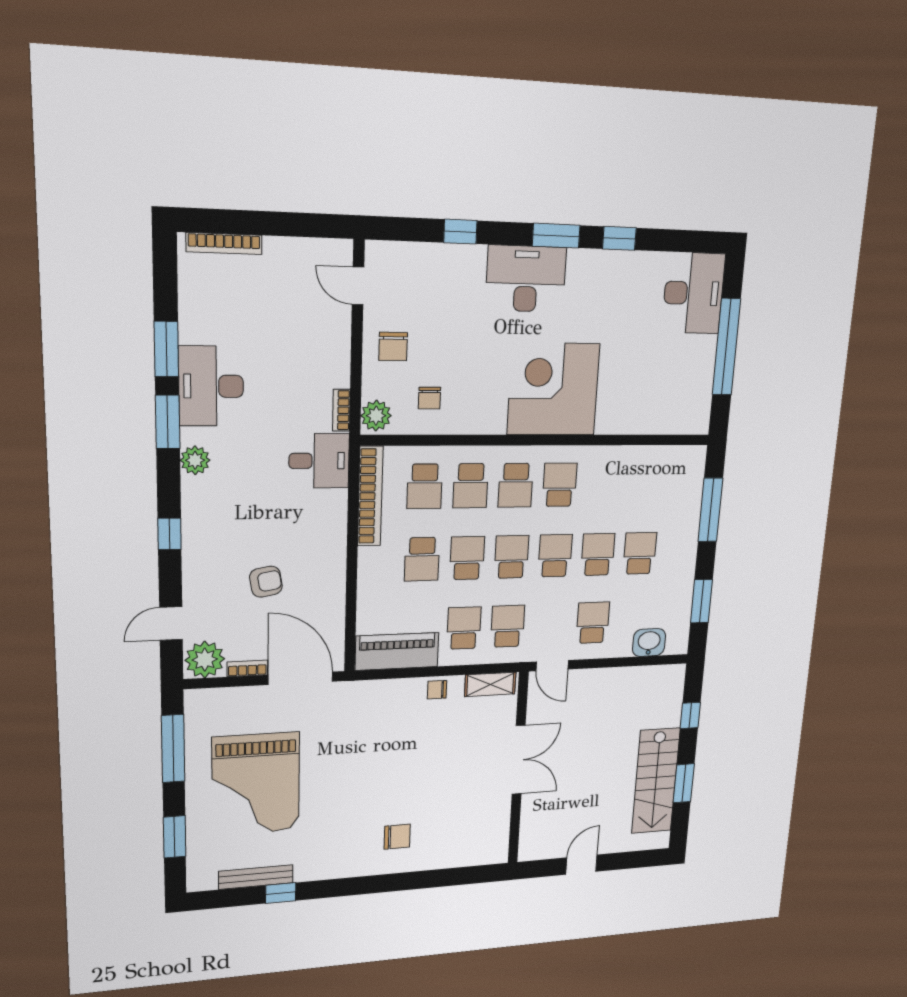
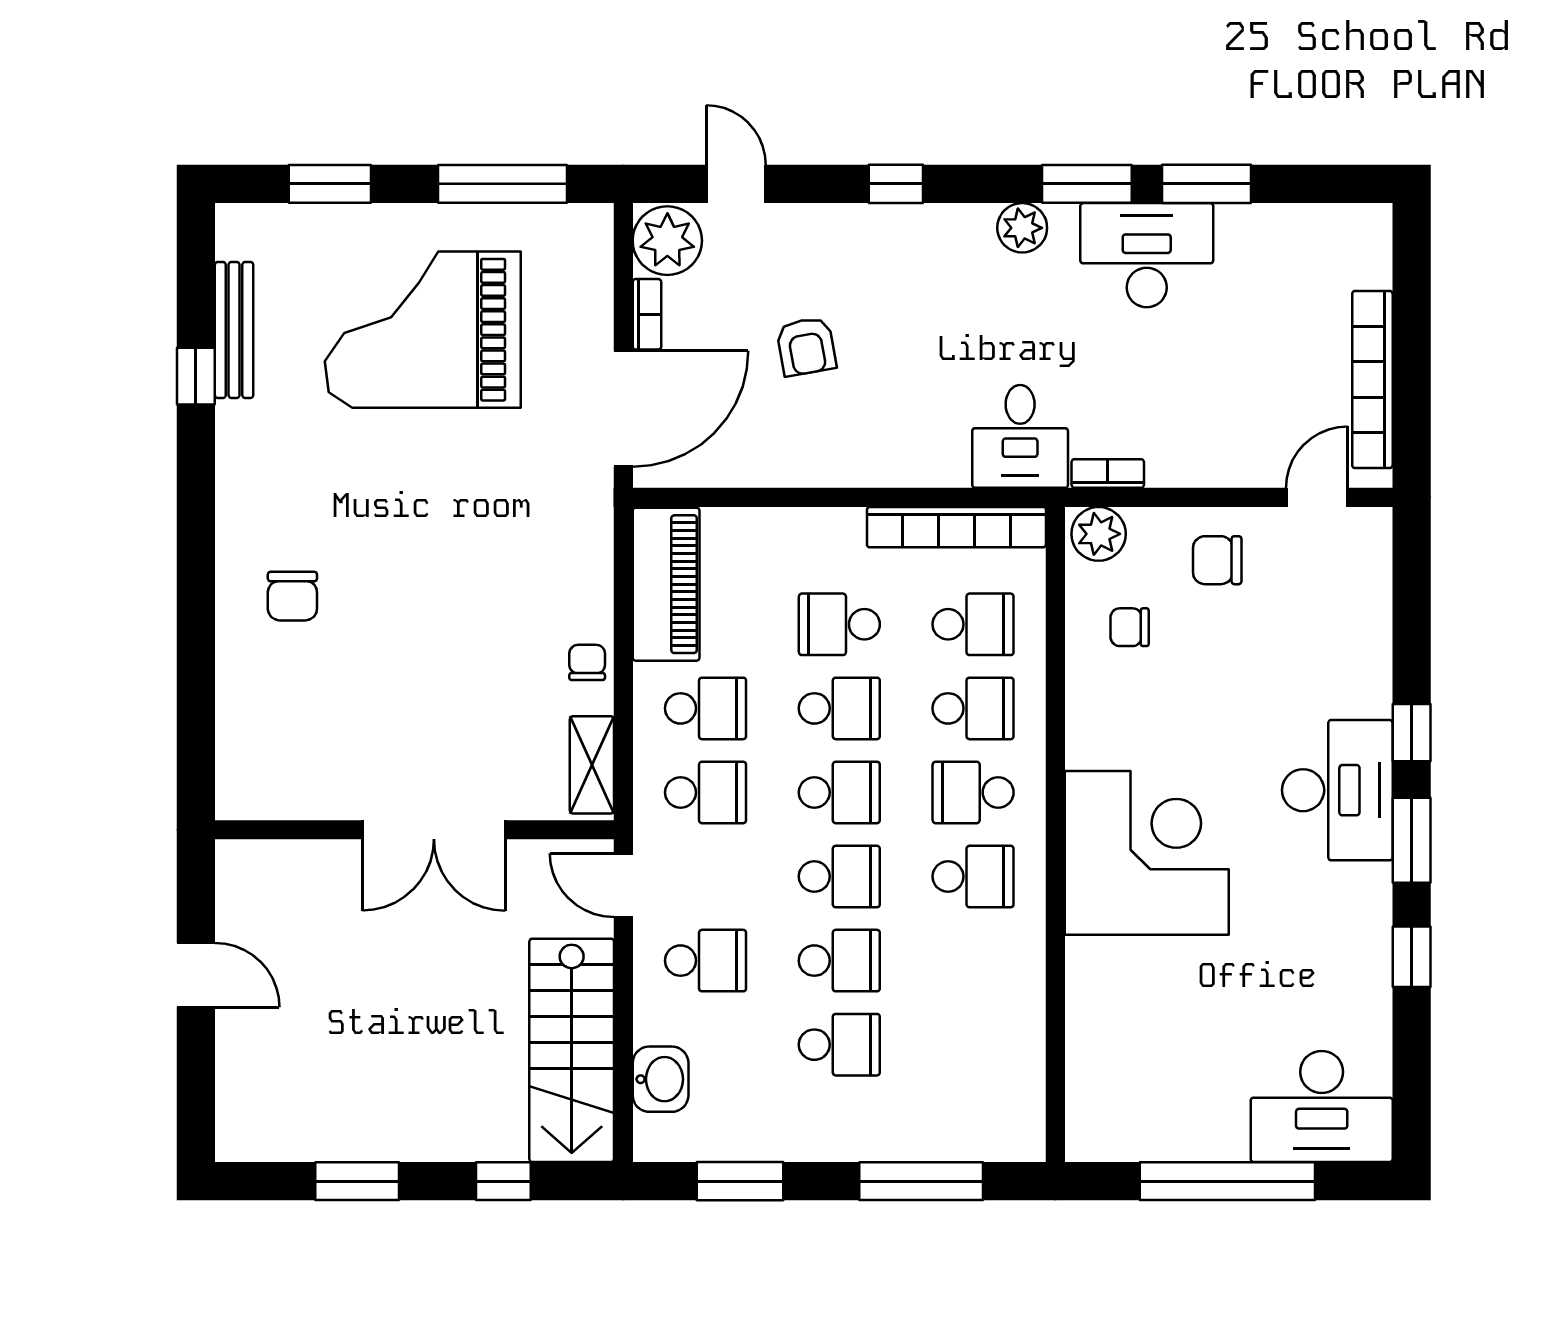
window: (460, 232) -> (1412, 733), moved
bookcase: (224, 244) -> (1372, 379), moved, width x1.48, depth x1.31
school desk: (425, 486) -> (973, 624), turned 180
school desk: (471, 486) -> (973, 708), turned 180
door: (552, 666) -> (623, 885), hinge flipped
stairs: (656, 781) -> (572, 1050), moved, turned -90

